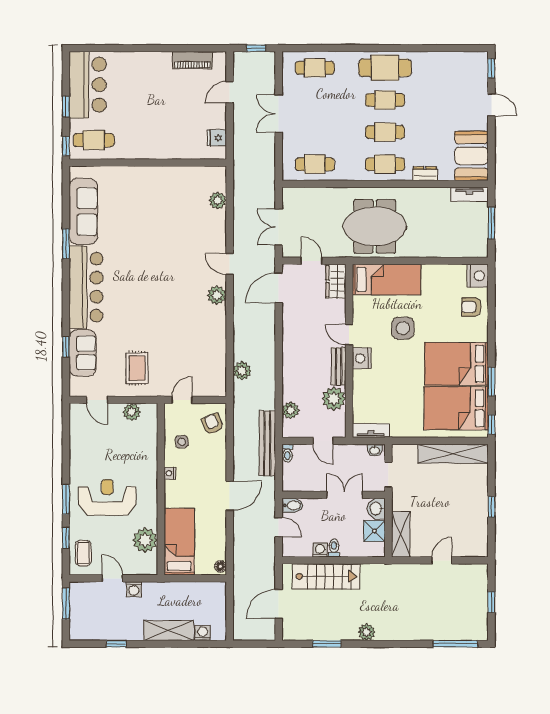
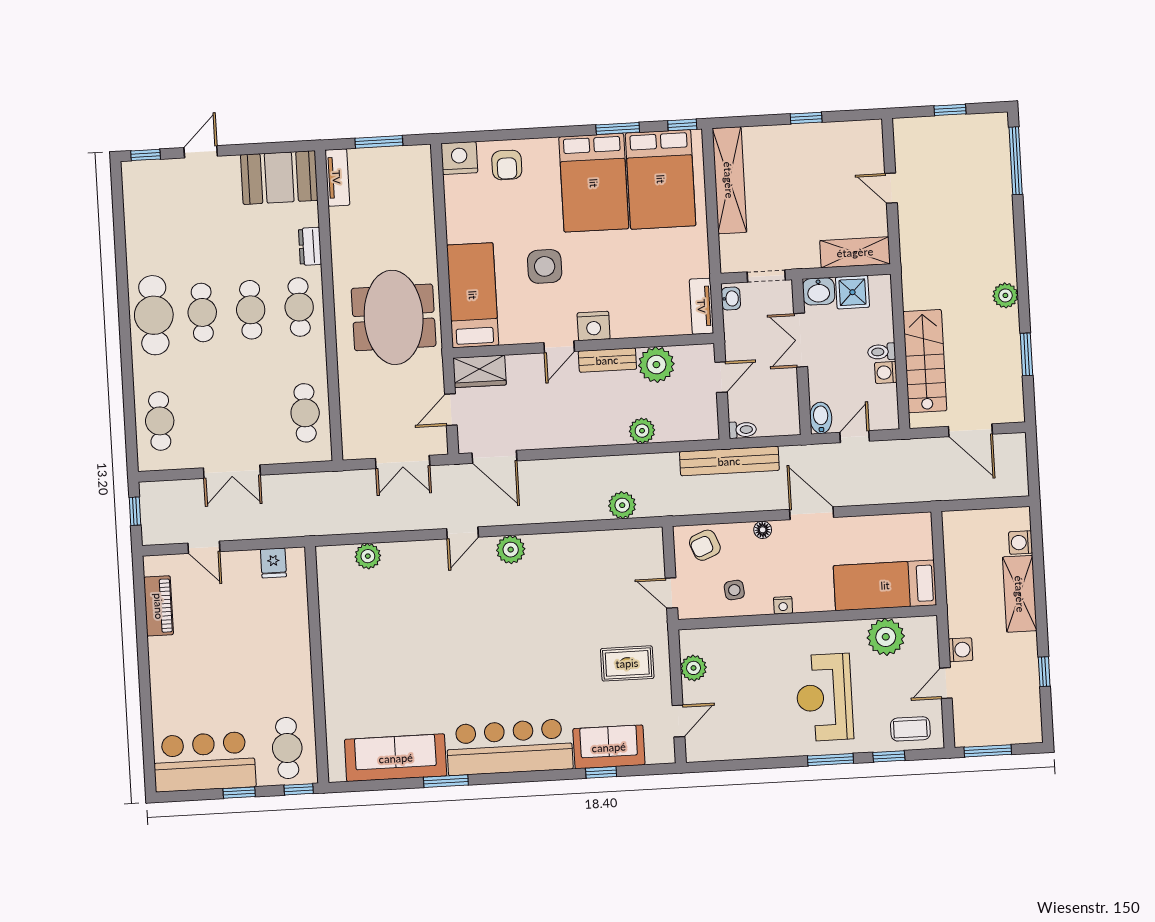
plant: (291, 410) -> (642, 431), moved
floor lamp: (220, 566) -> (763, 530), moved

